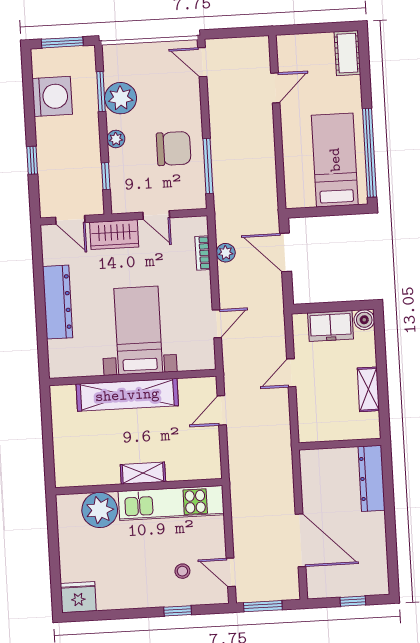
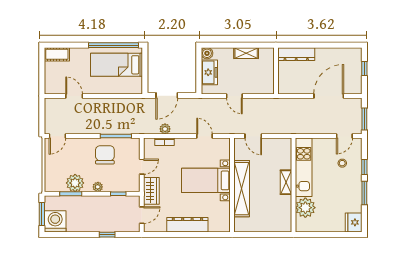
washing machine: (52, 96) -> (55, 221), moved
window: (132, 613) -> (364, 193), added

